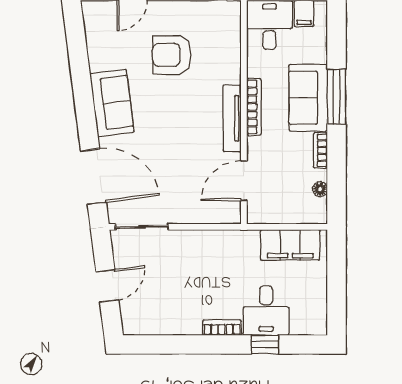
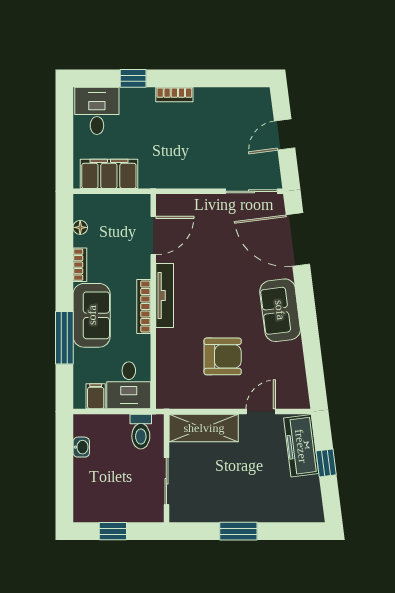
window: (337, 97) -> (64, 338), moved
desk: (266, 311) -> (97, 111), moved

